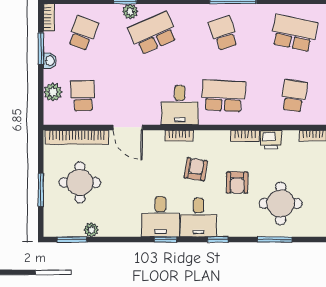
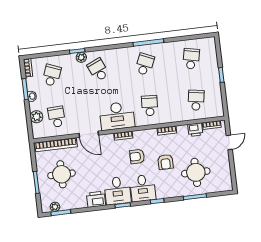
school desk: (153, 33) -> (98, 70), width x0.54
school desk: (224, 33) -> (145, 64), turned 42
school desk: (294, 33) -> (191, 59), width x0.54
school desk: (224, 96) -> (150, 106), width x0.54
desk: (180, 105) -> (117, 116), width x1.37
printer: (271, 140) -> (195, 130), moved
armchair: (196, 169) -> (137, 156), turned -99
printer: (127, 226) -> (96, 199), added
plant: (91, 230) -> (55, 207), moved

